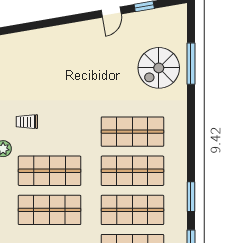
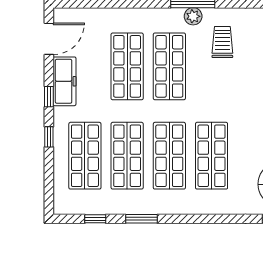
trolley: (27, 122) -> (222, 42), width x1.36, depth x1.39

